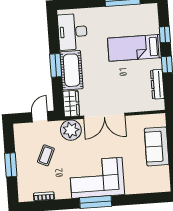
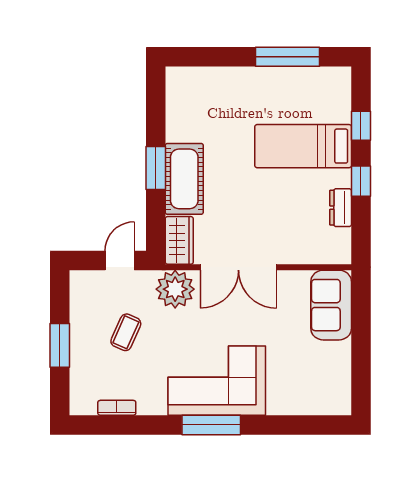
desk: (73, 32) -> (191, 108), removed
dresser: (157, 84) -> (341, 208), width x0.70
sofa: (157, 146) -> (331, 305), moved

